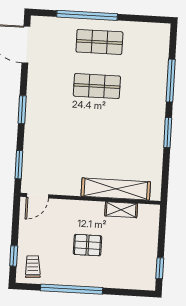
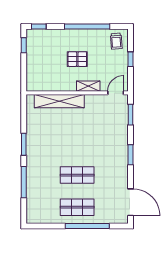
shelving: (121, 210) -> (88, 86), moved
window: (14, 256) -> (131, 59), moved
window: (138, 293) -> (39, 26), added

